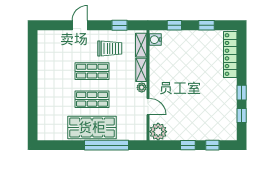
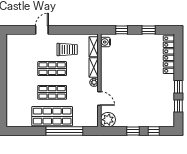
window: (120, 25) -> (75, 30), removed

